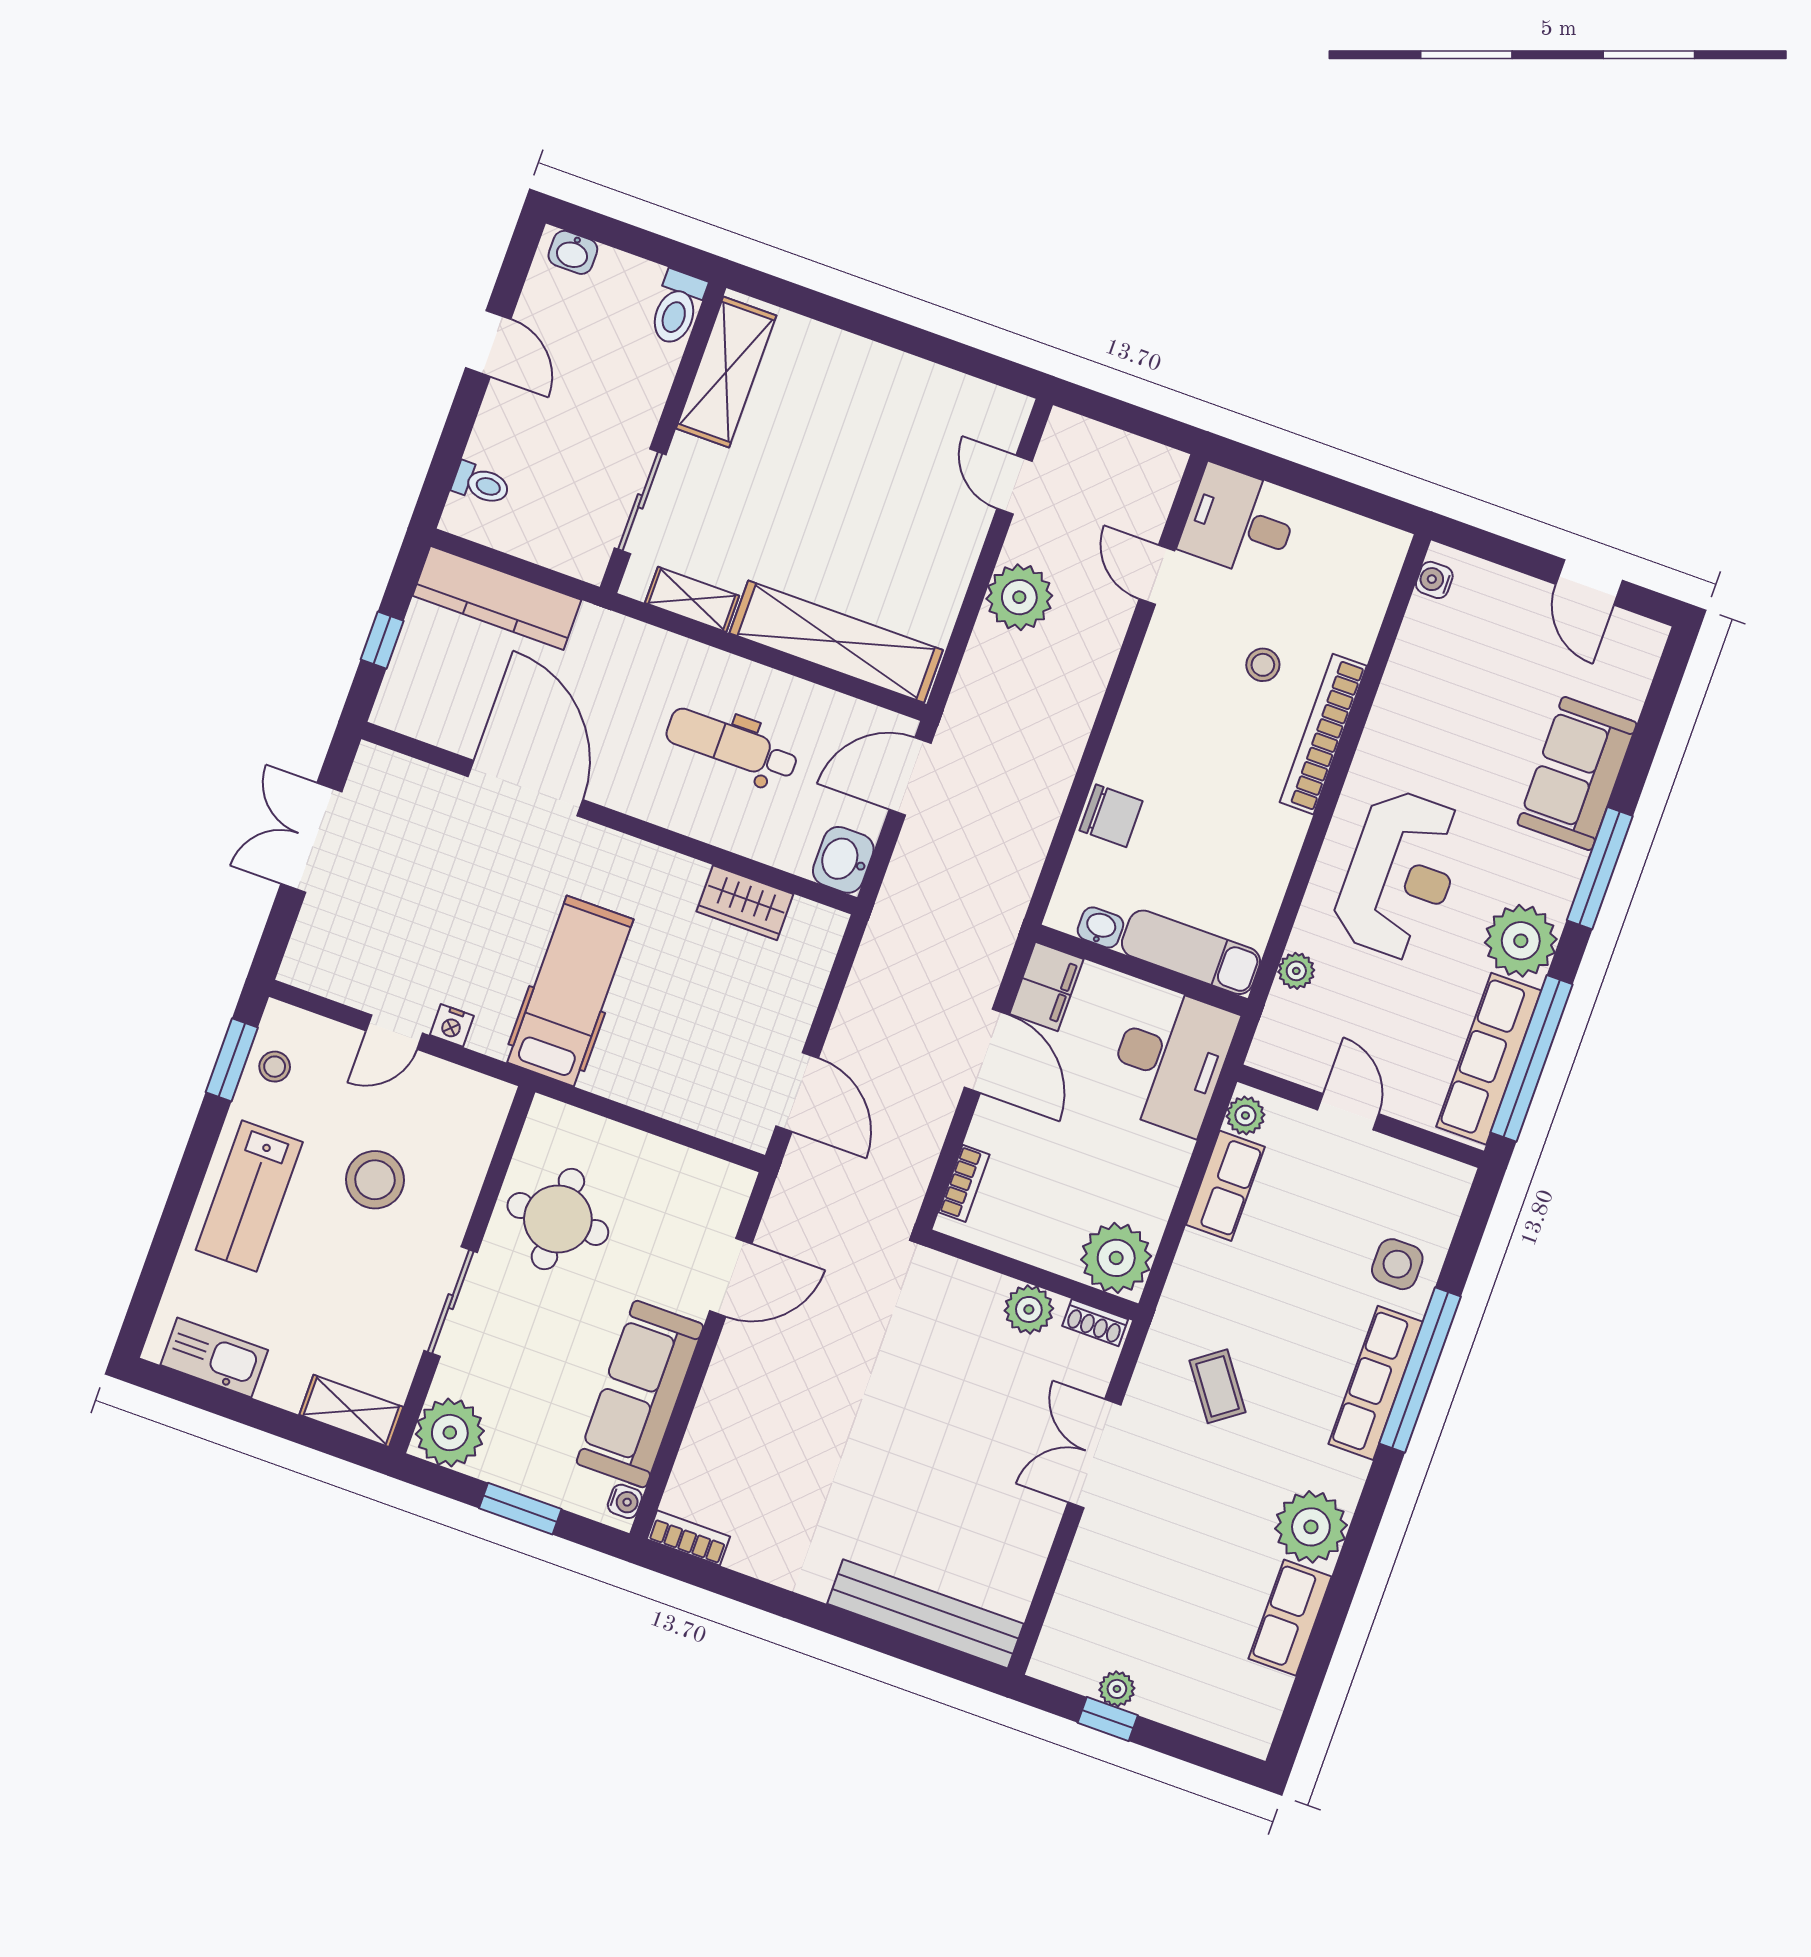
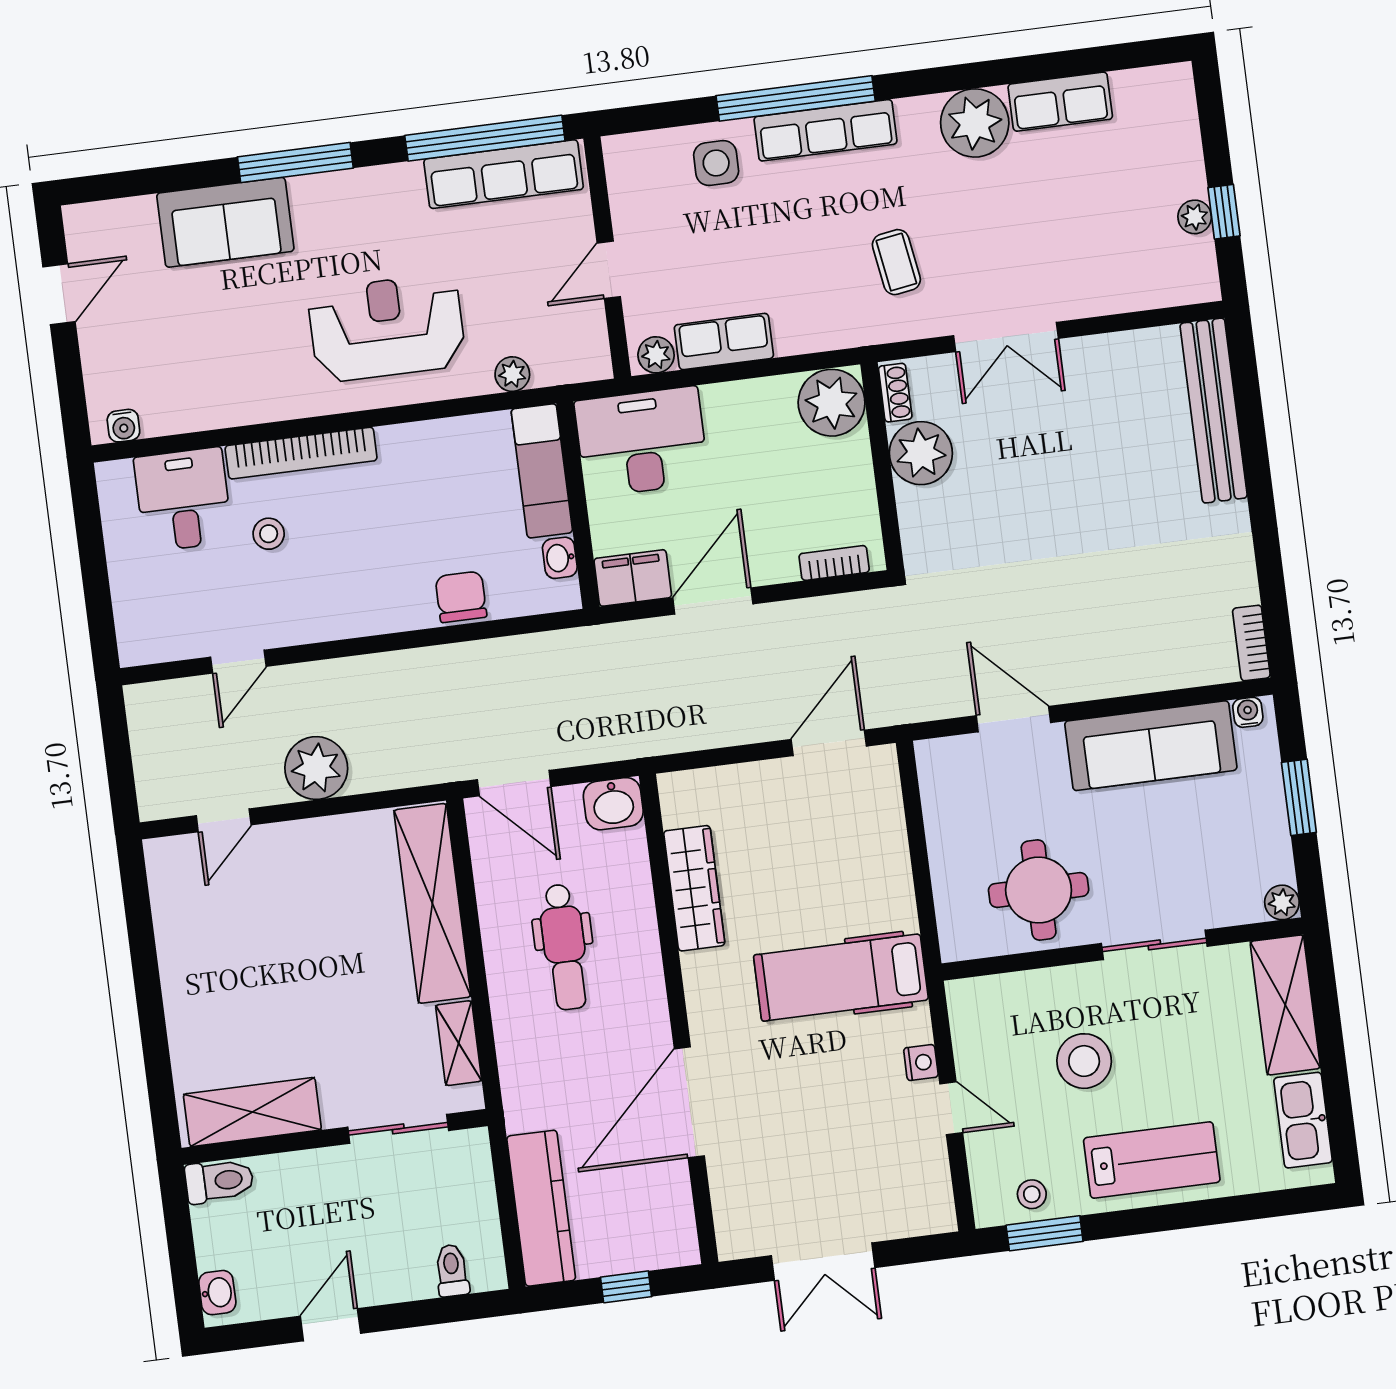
desk: (1240, 522) -> (183, 500), moved, turned 180
wardrobe: (745, 903) -> (694, 888), width x1.50
plant: (1521, 941) -> (390, 198), removed
plant: (1029, 1309) -> (921, 453), width x1.36, depth x1.36
coffee table: (1217, 1386) -> (896, 262), turned -63
shelving: (351, 1411) -> (1285, 1005), width x1.50, depth x1.33
plant: (450, 1433) -> (1282, 902), width x0.53, depth x0.53

